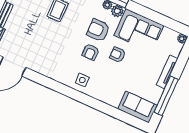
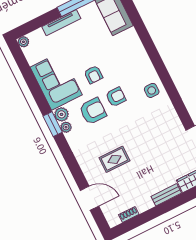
armchair: (98, 30) -> (93, 111), turned -90
side table: (82, 80) -> (152, 90), moved

